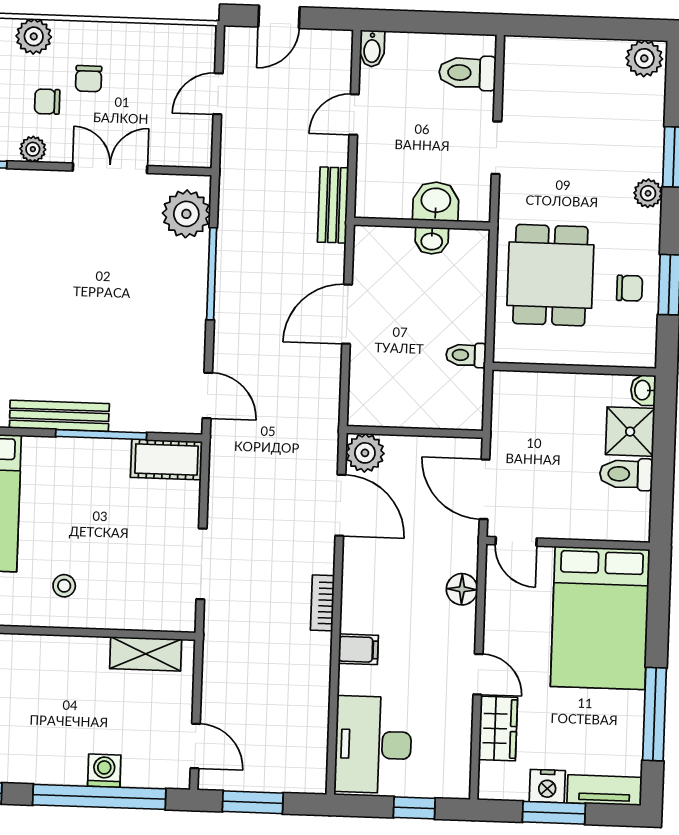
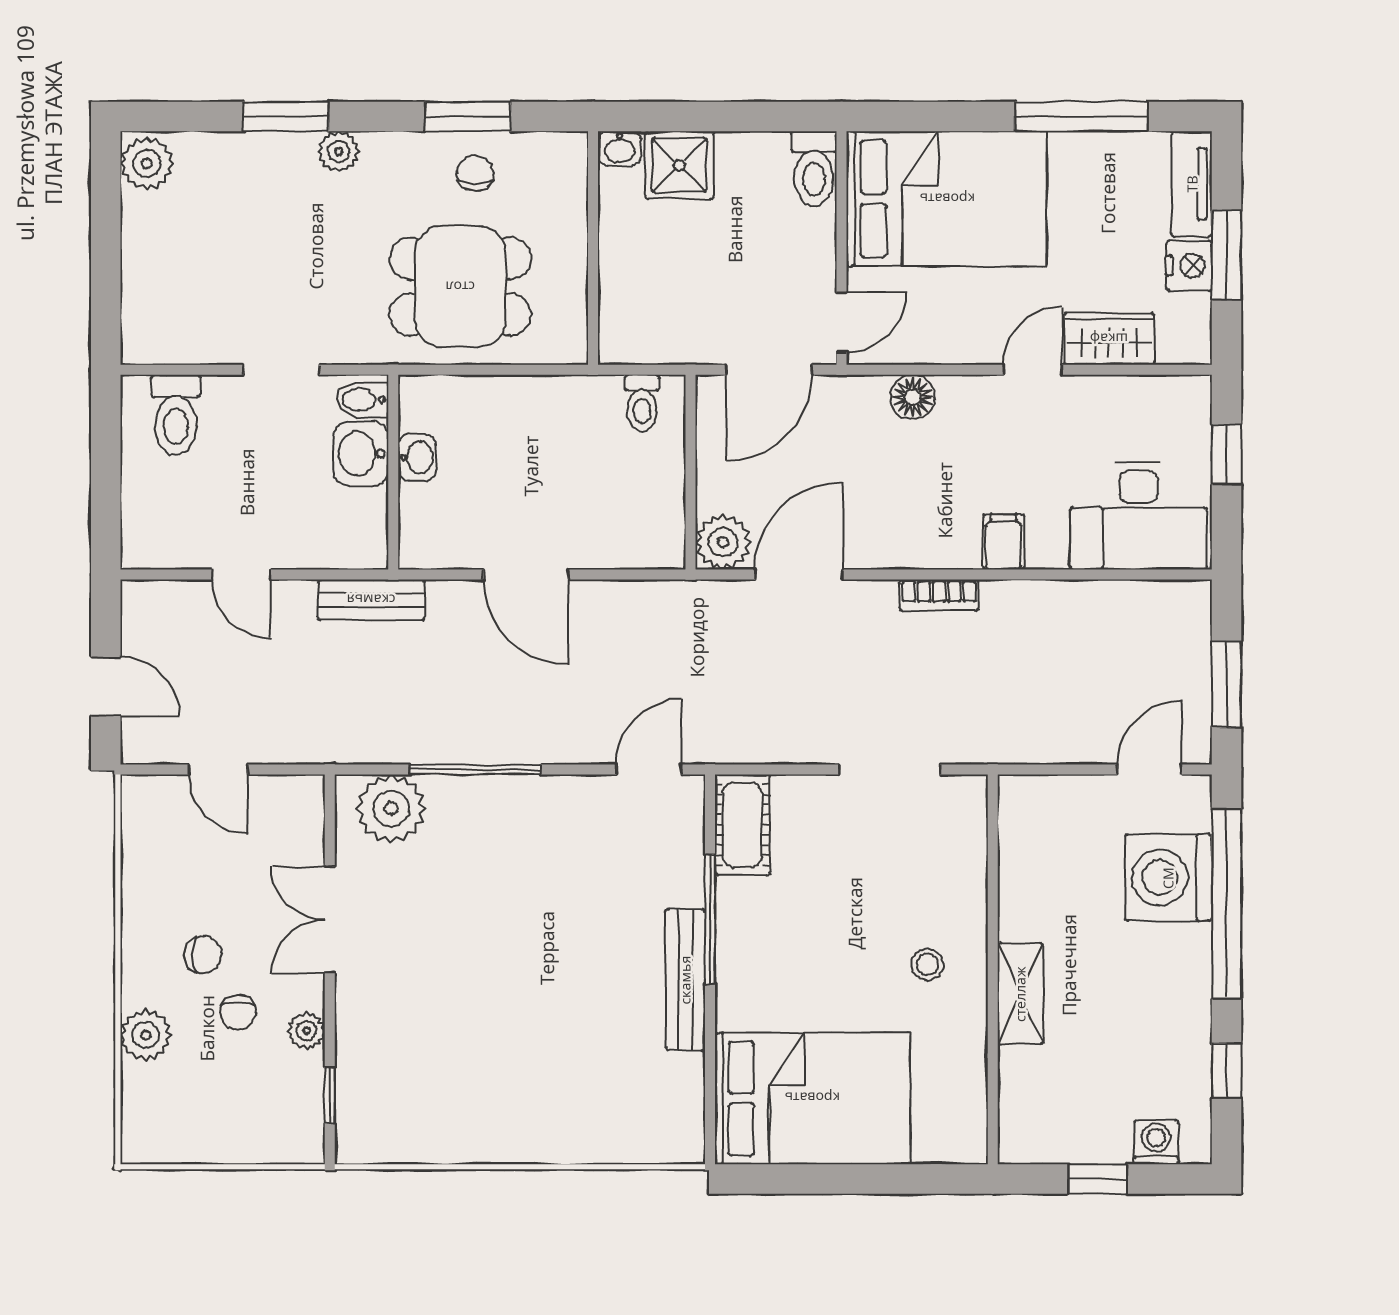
bidet: (372, 49) -> (362, 400), moved, turned 180
toilet: (466, 355) -> (642, 403), moved
toilet: (626, 474) -> (814, 169), moved
shelving: (146, 654) -> (1020, 994), moved
washing machine: (104, 771) -> (1168, 878), width x1.89, depth x1.89

